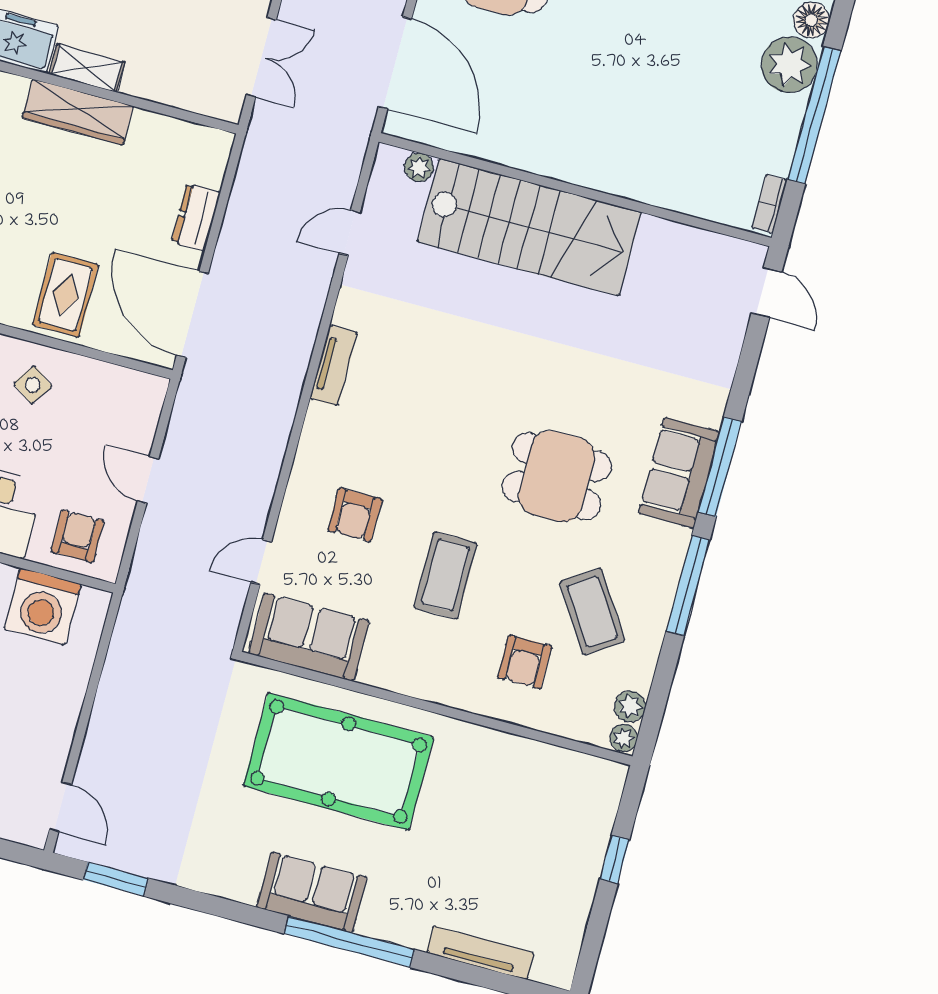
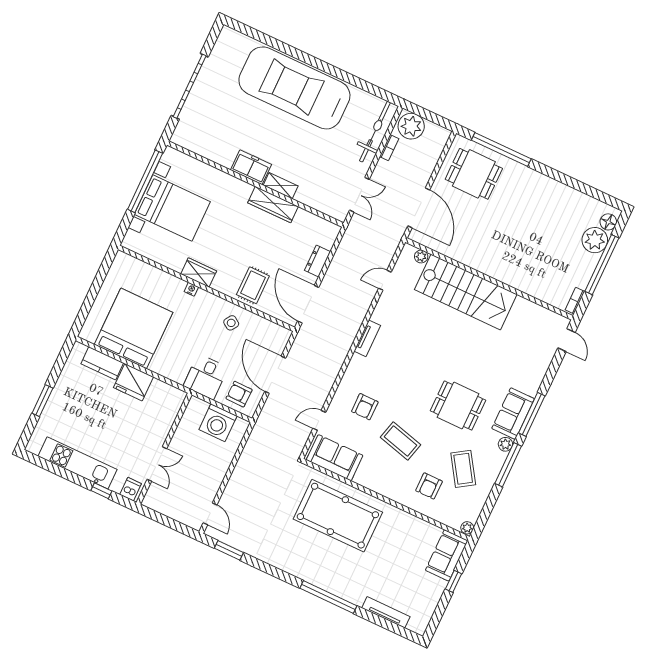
door: (148, 480) -> (275, 375), width x1.88
armchair: (77, 536) -> (239, 394), turned -89
coffee table: (445, 575) -> (400, 441), turned -75
plant: (630, 707) -> (505, 444), moved
sofa: (312, 892) -> (447, 555), moved, turned -90

